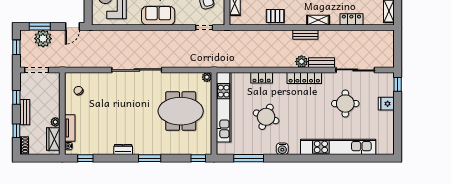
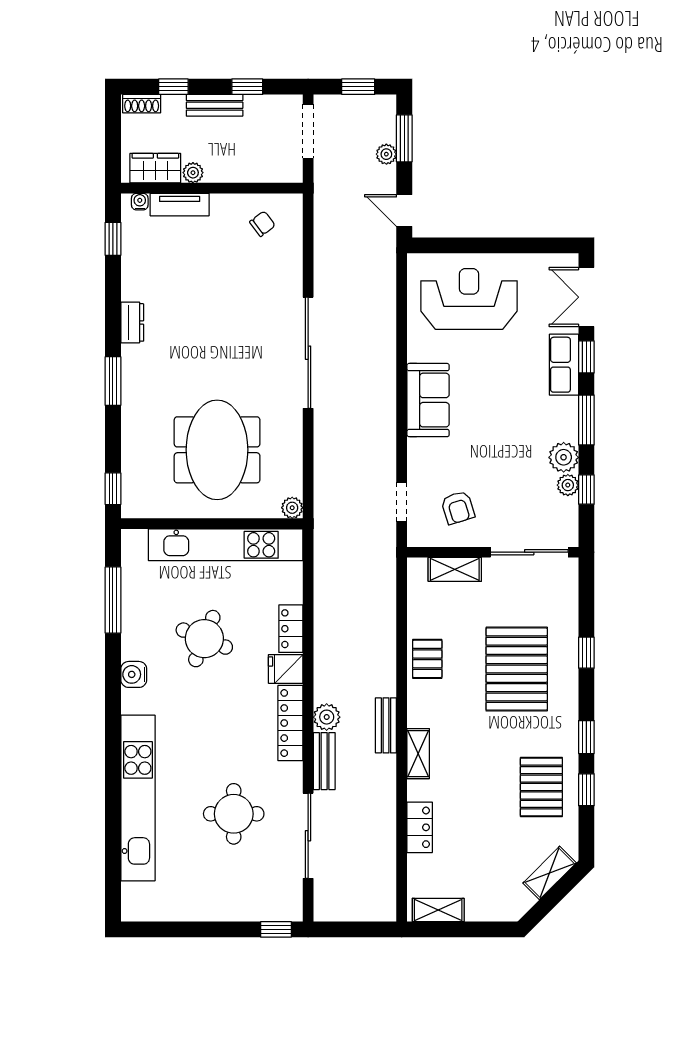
plant: (43, 39) -> (386, 154), width x0.53, depth x0.53
fridge: (386, 104) -> (286, 669), moved, turned -90

